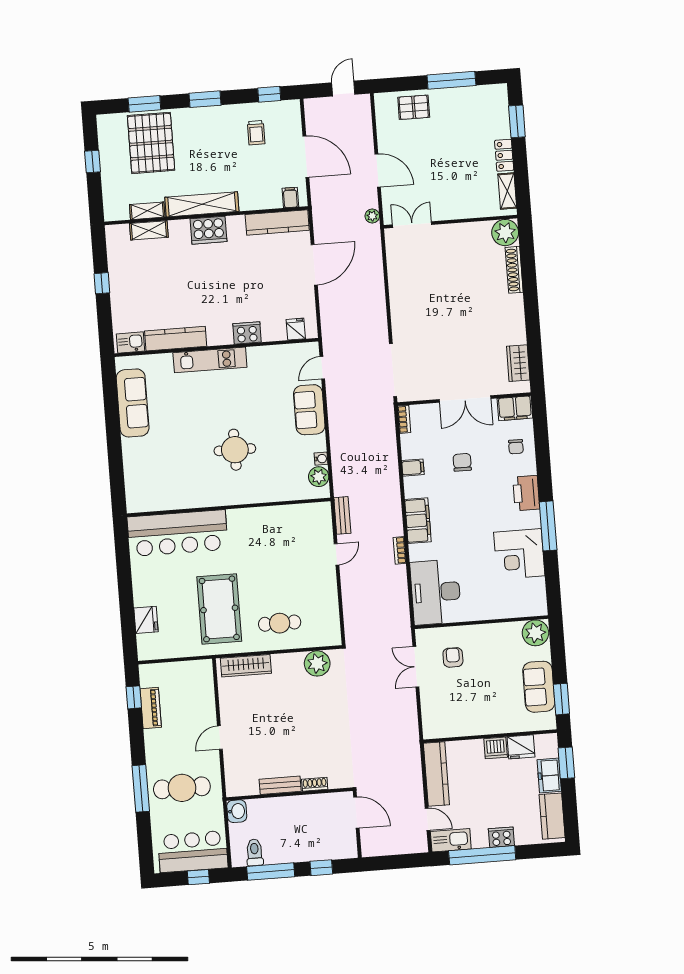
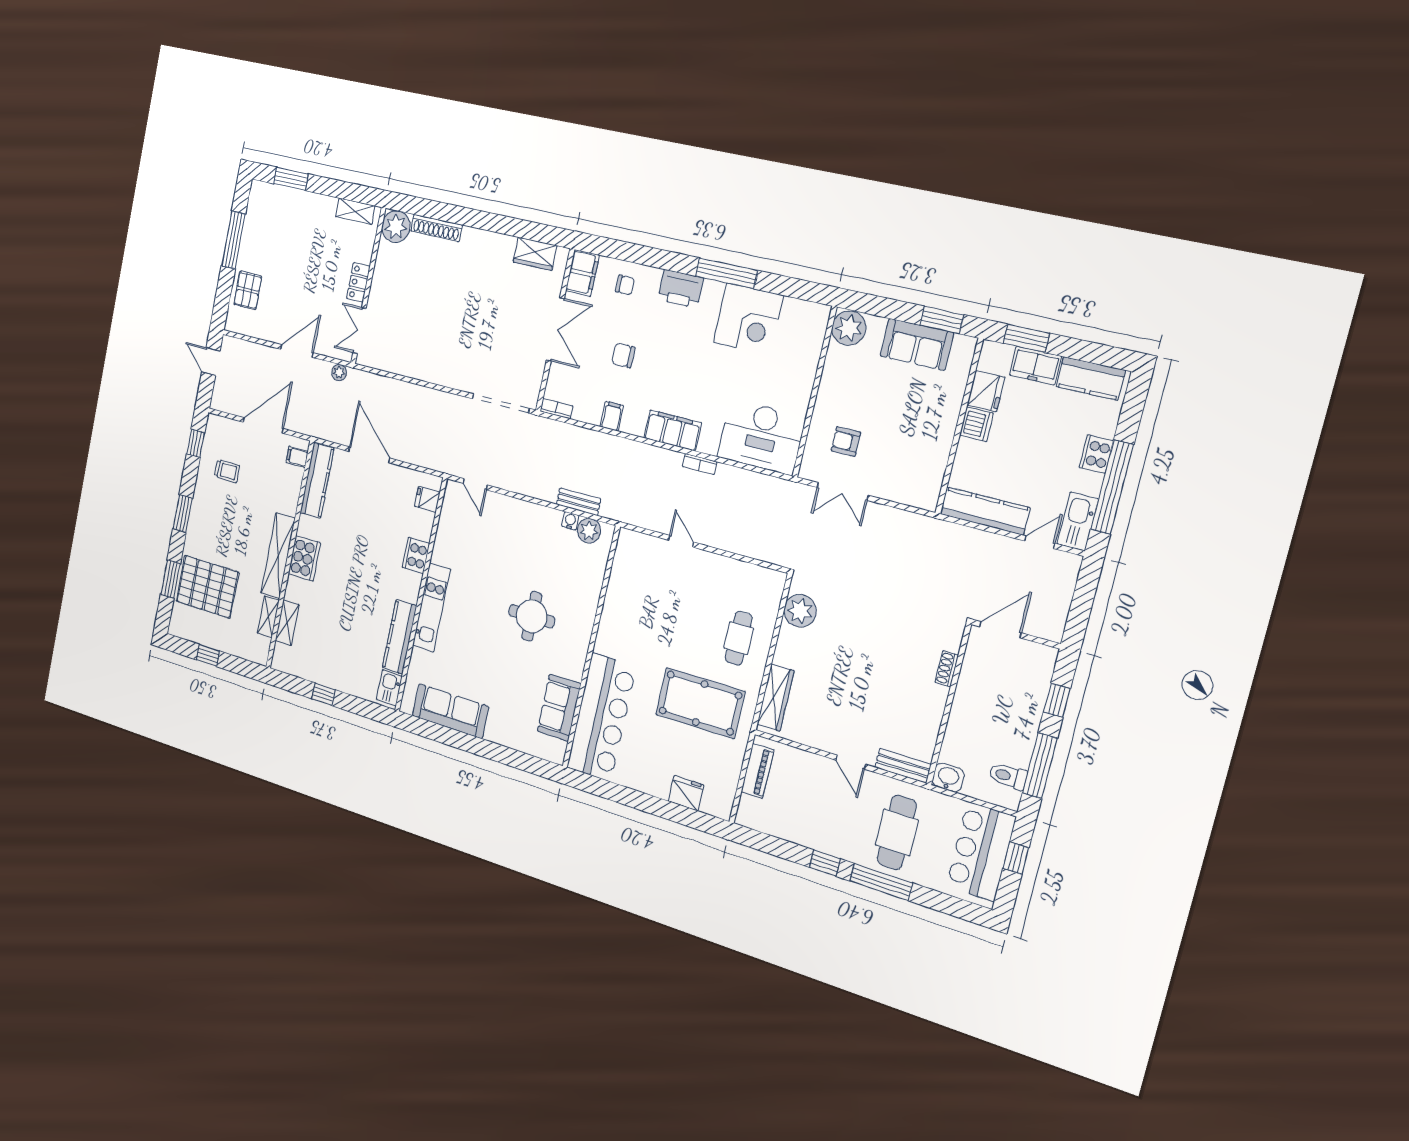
locker: (504, 155) -> (358, 282), moved, turned 90
sofa: (309, 410) -> (559, 708), moved, turned 90
bench: (342, 515) -> (579, 502), moved
window: (134, 697) -> (825, 863), moved
piano: (151, 708) -> (757, 771), moved, turned 90
bench: (280, 785) -> (903, 766), moved, turned 90

